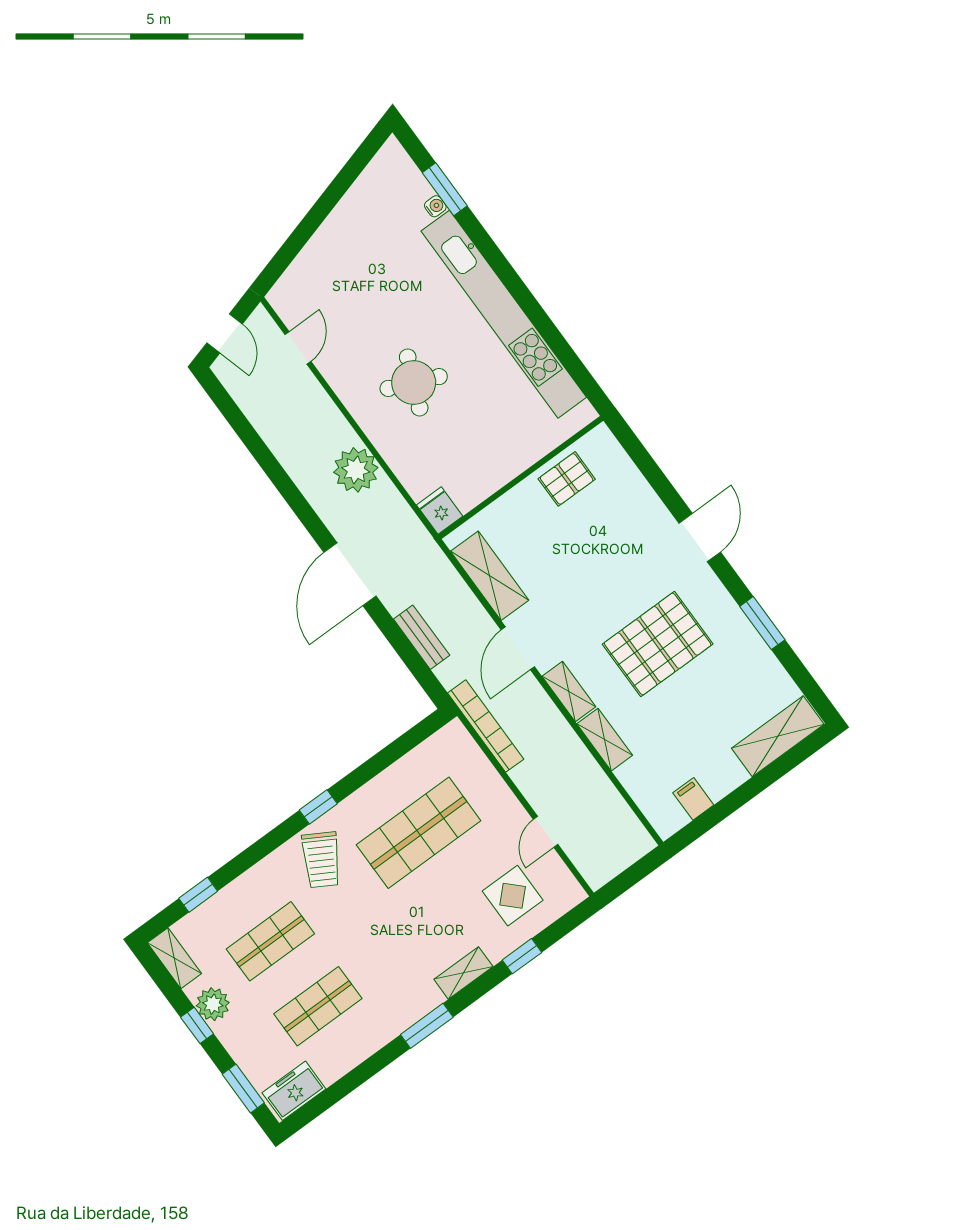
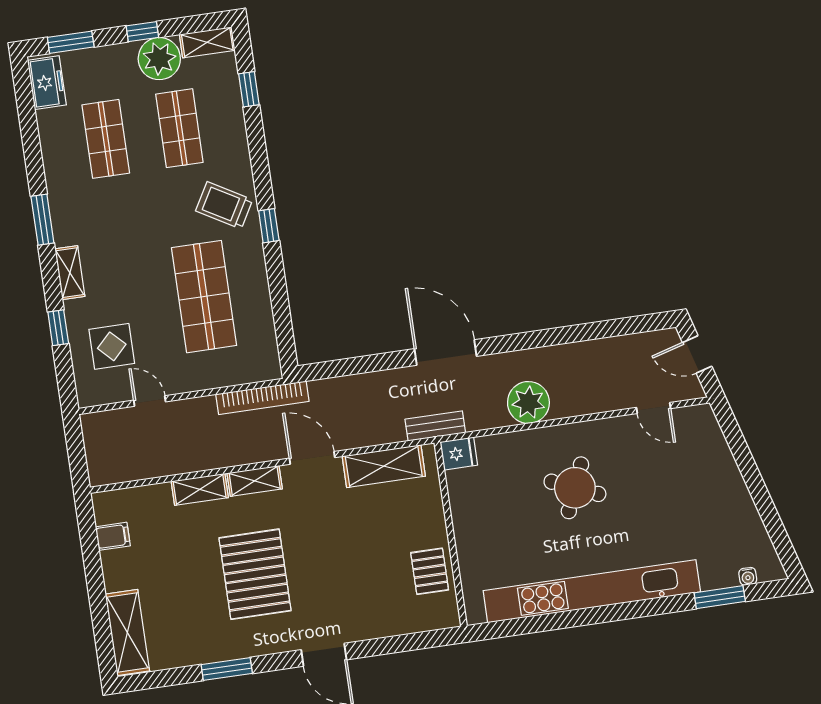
water cooler: (435, 206) -> (748, 576), moved
bench: (422, 637) -> (435, 426), moved
plant: (213, 1004) -> (159, 59), width x1.36, depth x1.36

